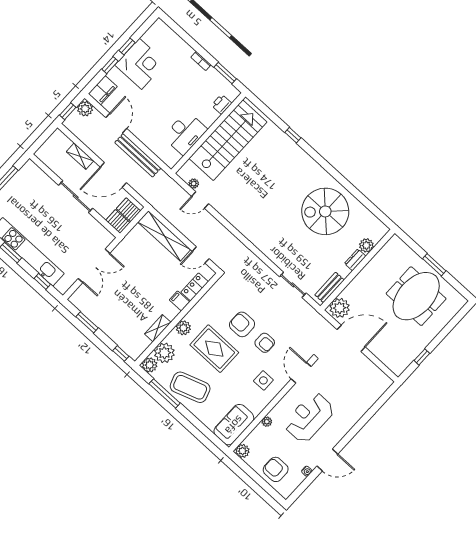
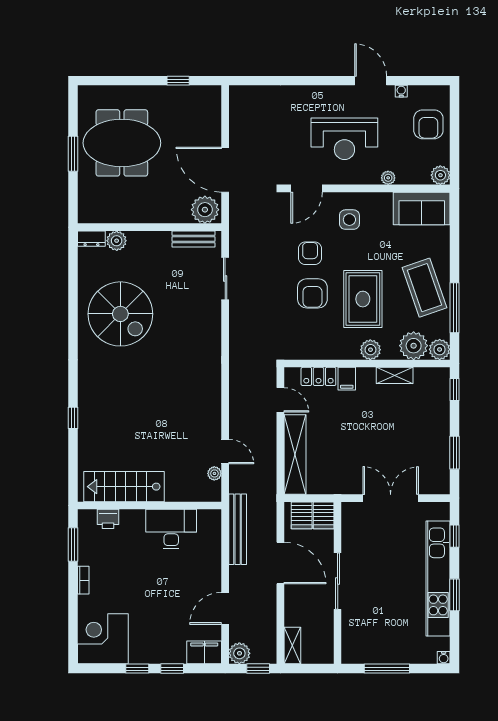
corner desk: (140, 64) -> (103, 639), moved
stairs: (228, 140) -> (124, 487), width x0.73, depth x0.66
bench: (138, 155) -> (238, 529), moved
shelving: (80, 156) -> (292, 646), moved
dresser: (355, 260) -> (91, 239), moved

